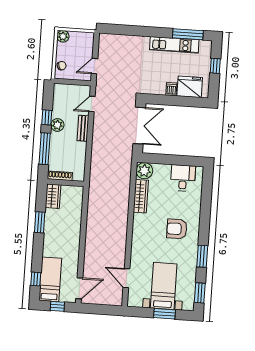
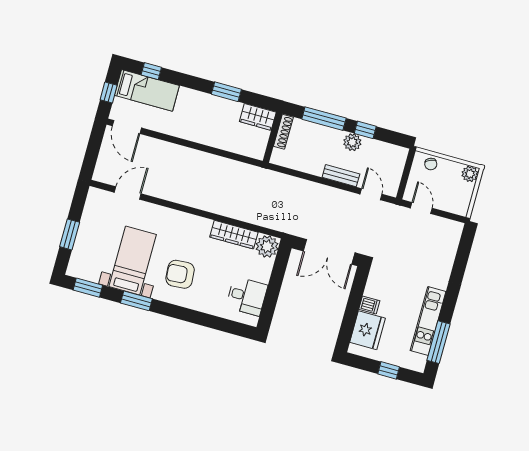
armchair: (177, 229) -> (180, 274), turned -94
bed with nightstands: (164, 286) -> (133, 261), moved, turned -90

